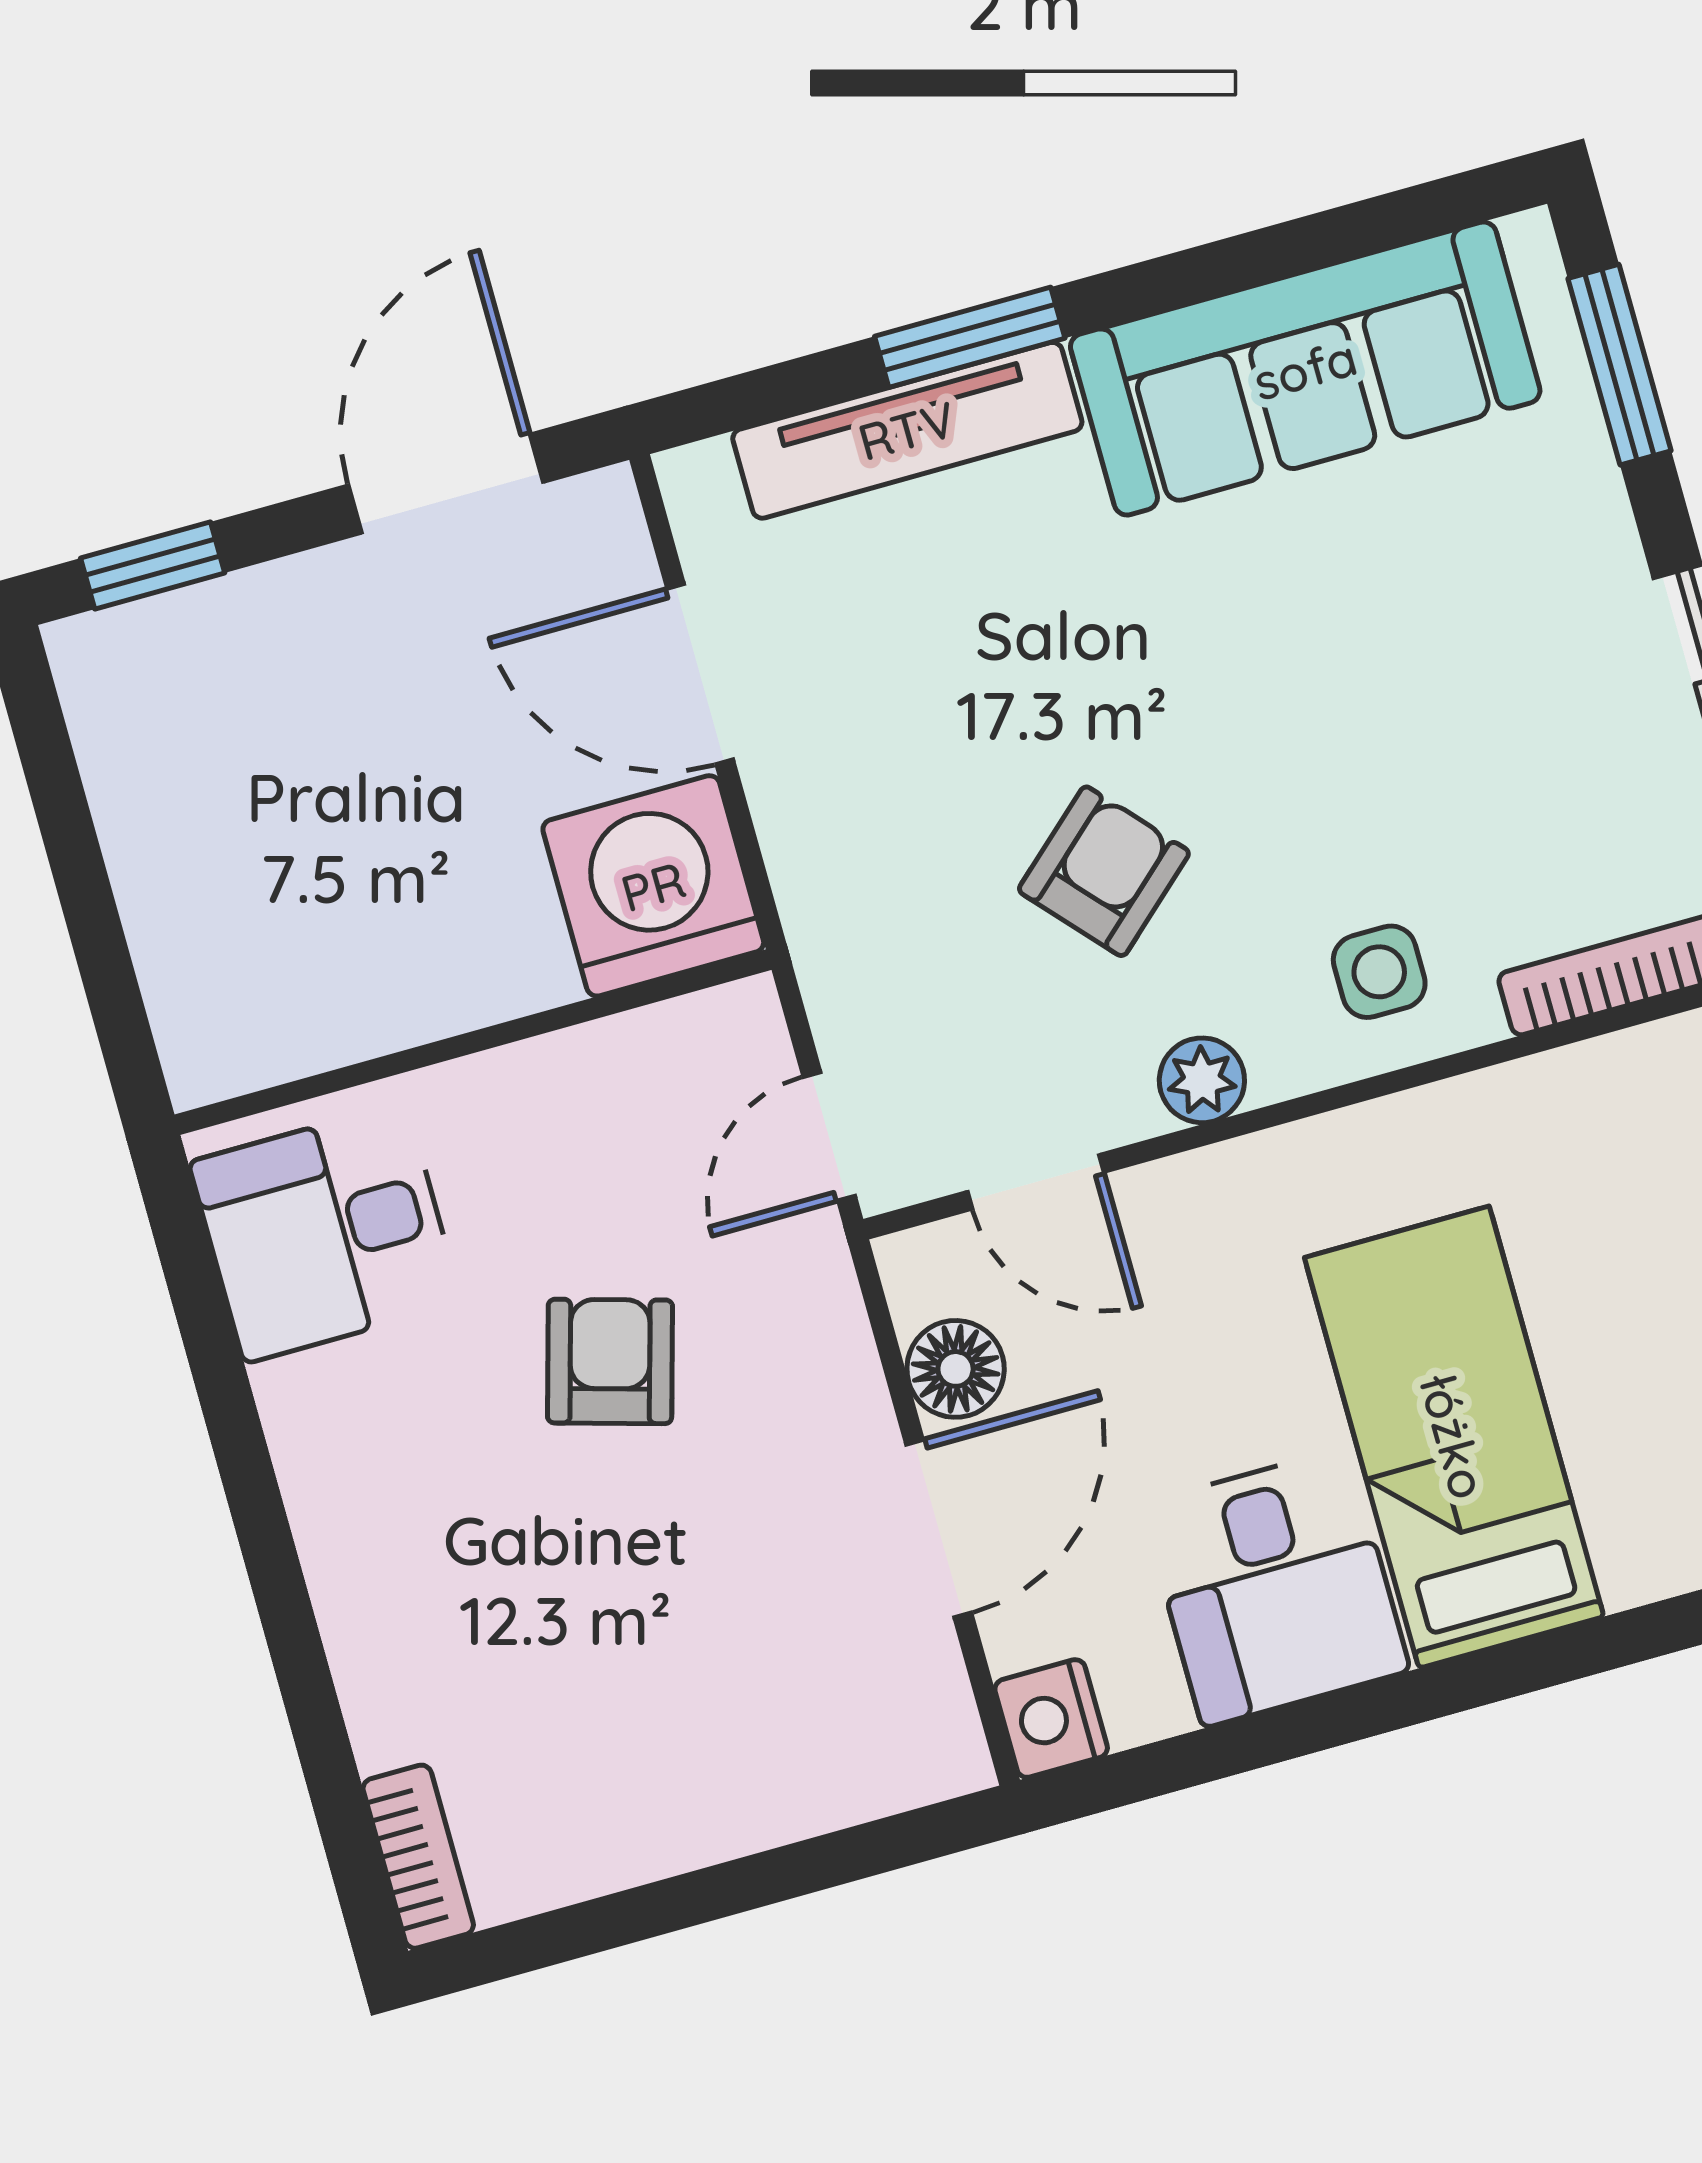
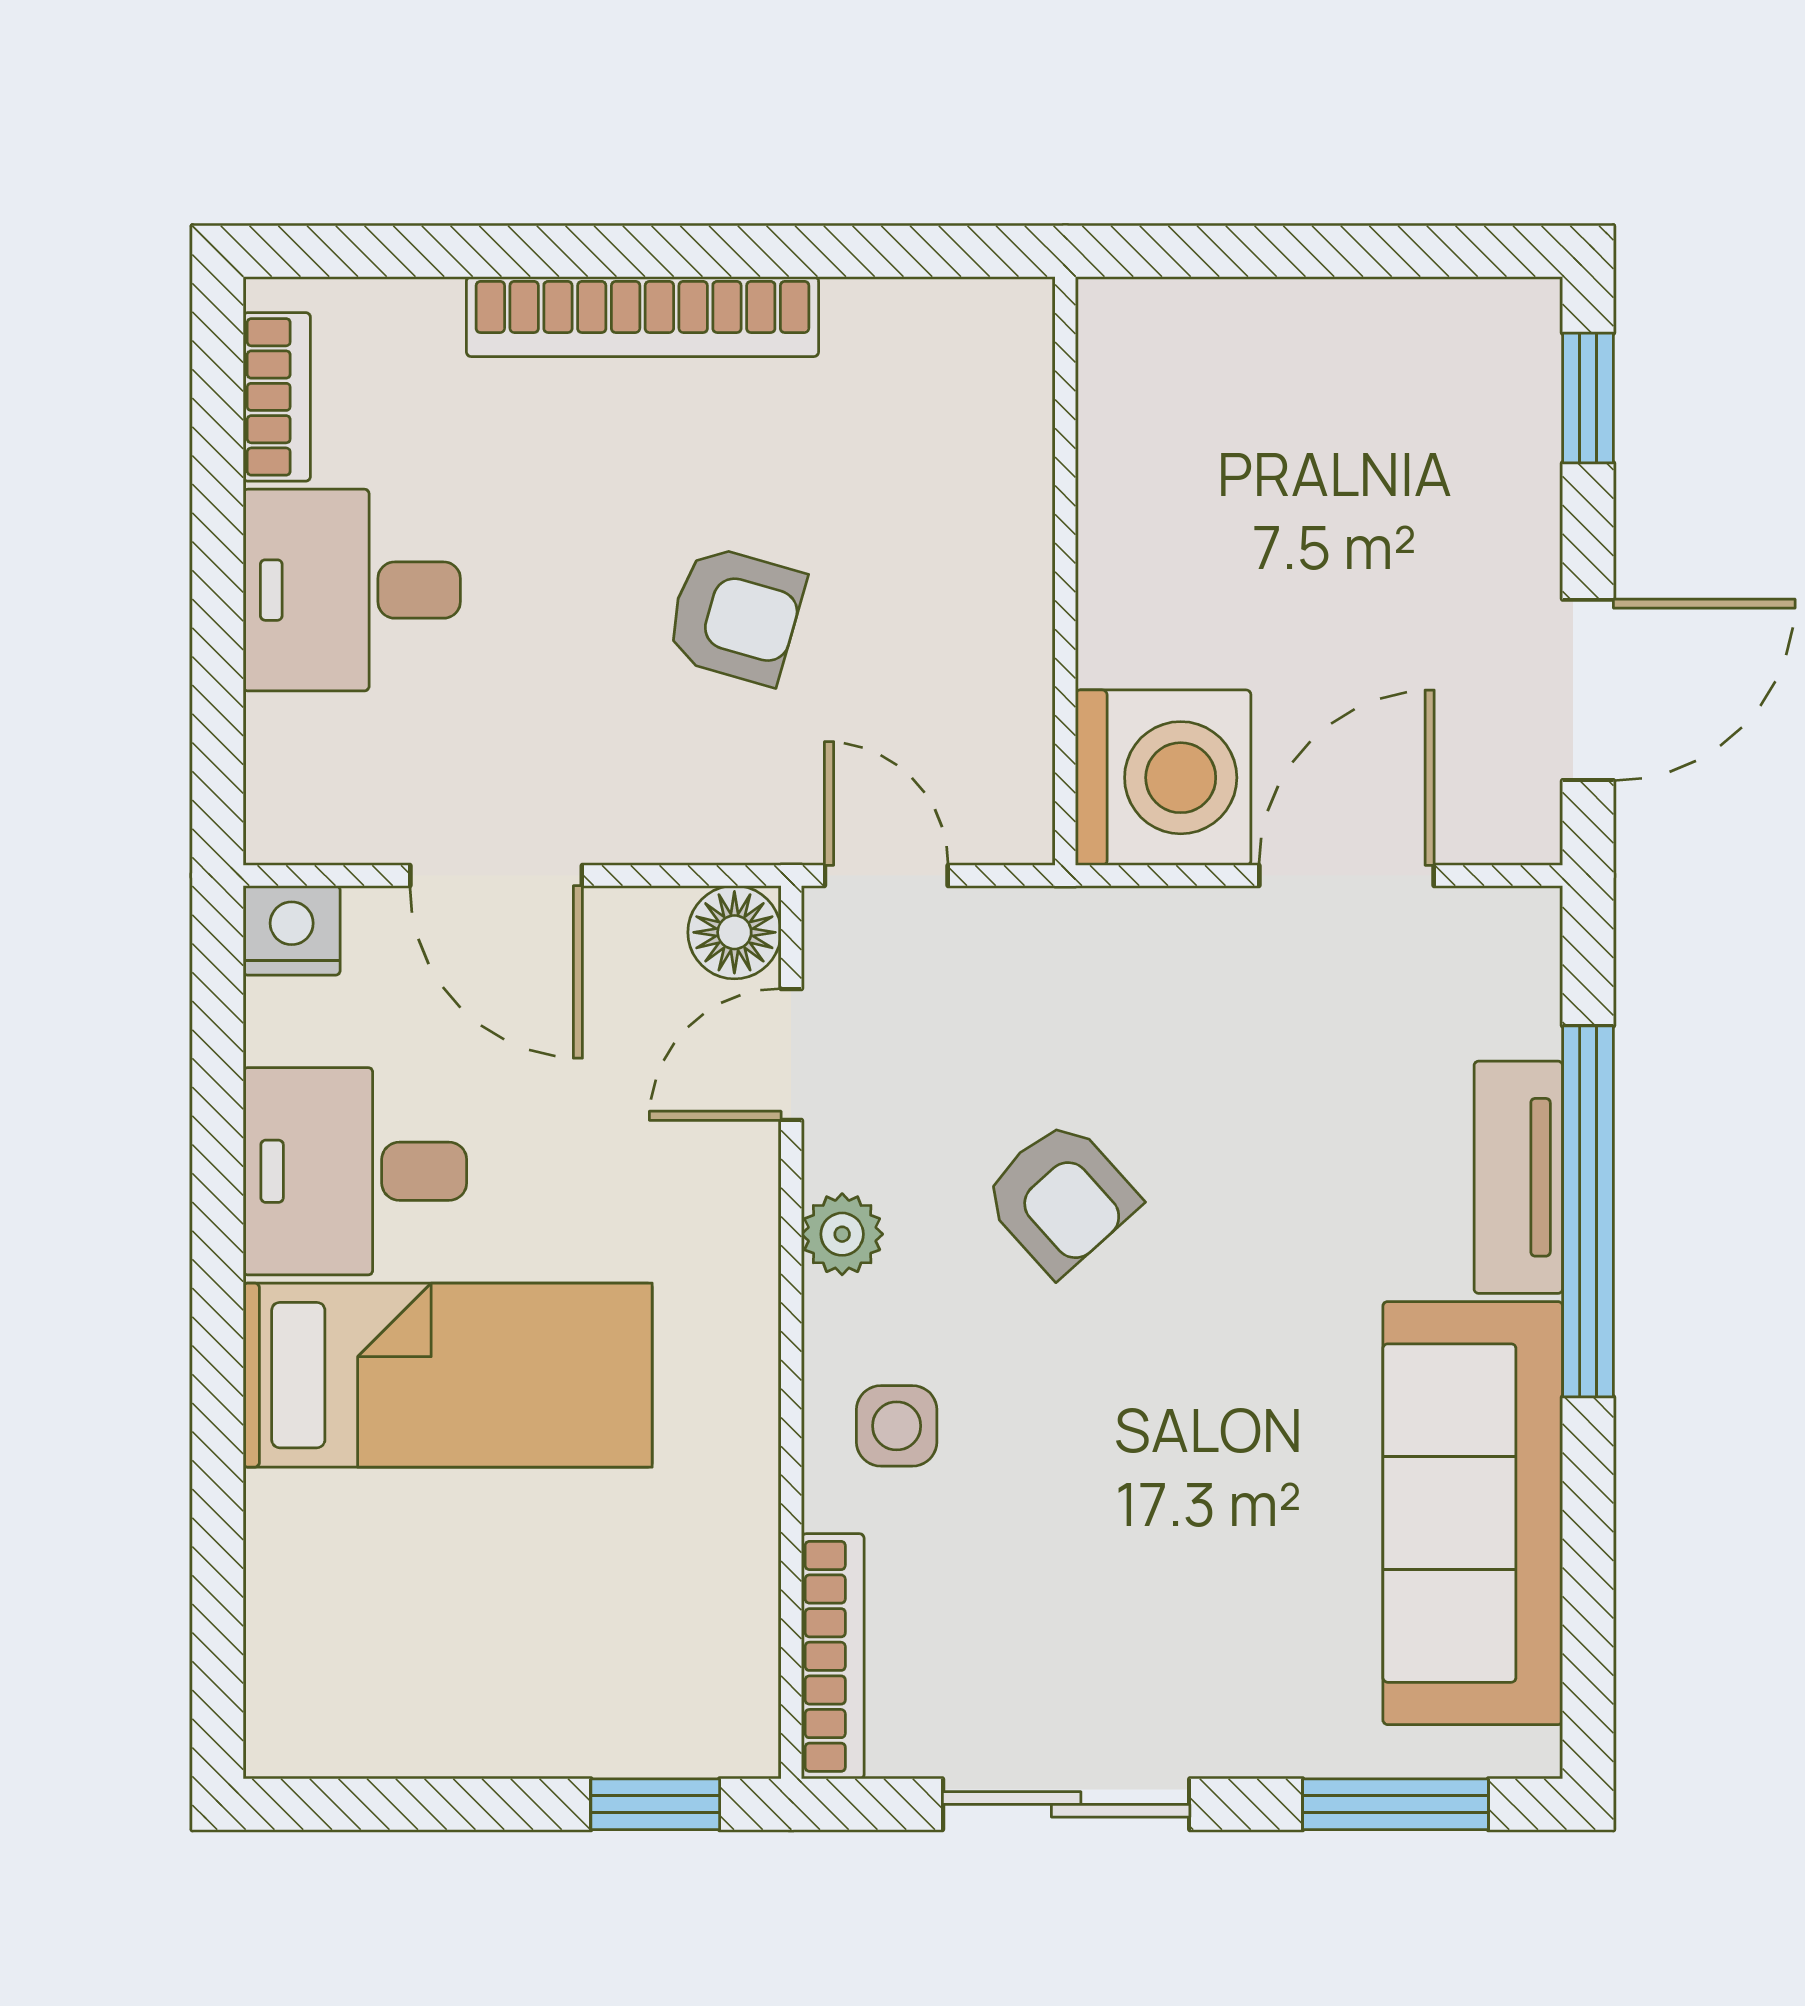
window: (970, 337) -> (1588, 1211), width x2.11
tv unit: (907, 430) -> (1518, 1177), width x0.71
door: (446, 484) -> (1588, 690), hinge flipped
desk: (325, 1233) -> (352, 590), moved, turned -90
floor lamp: (956, 1369) -> (734, 932), moved
bookcase: (336, 1538) -> (642, 317), added
bookcase: (418, 1857) -> (277, 397), moved, turned -90

